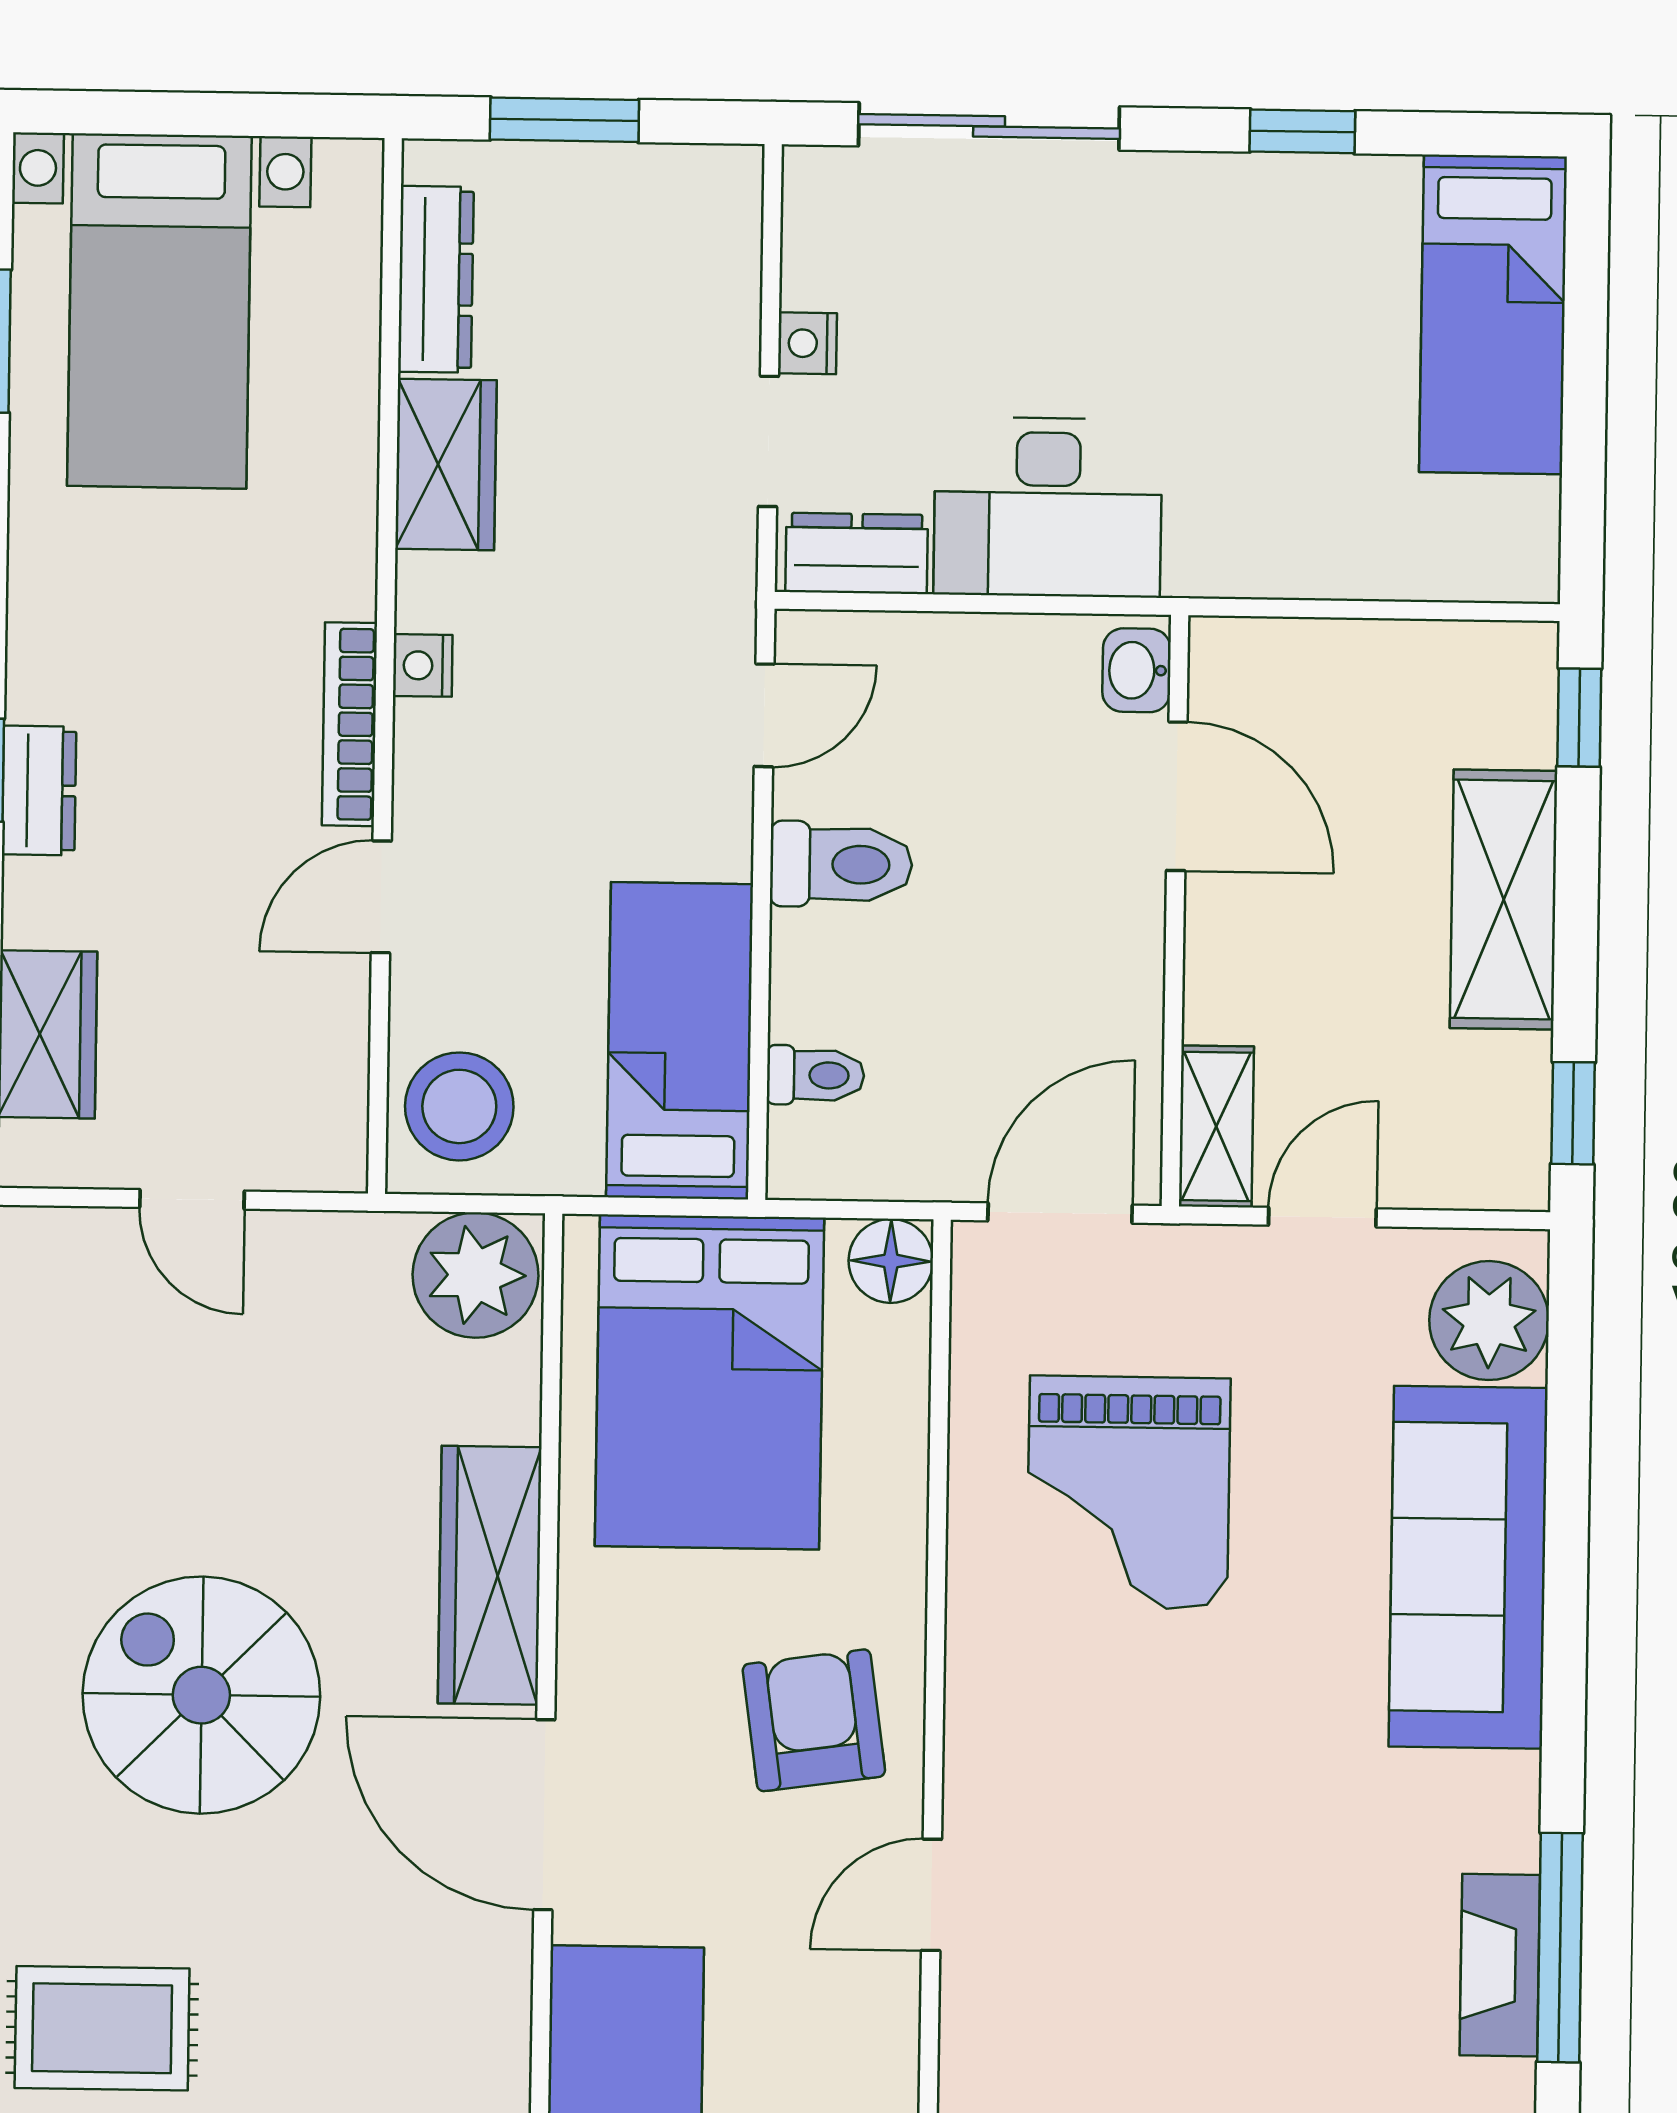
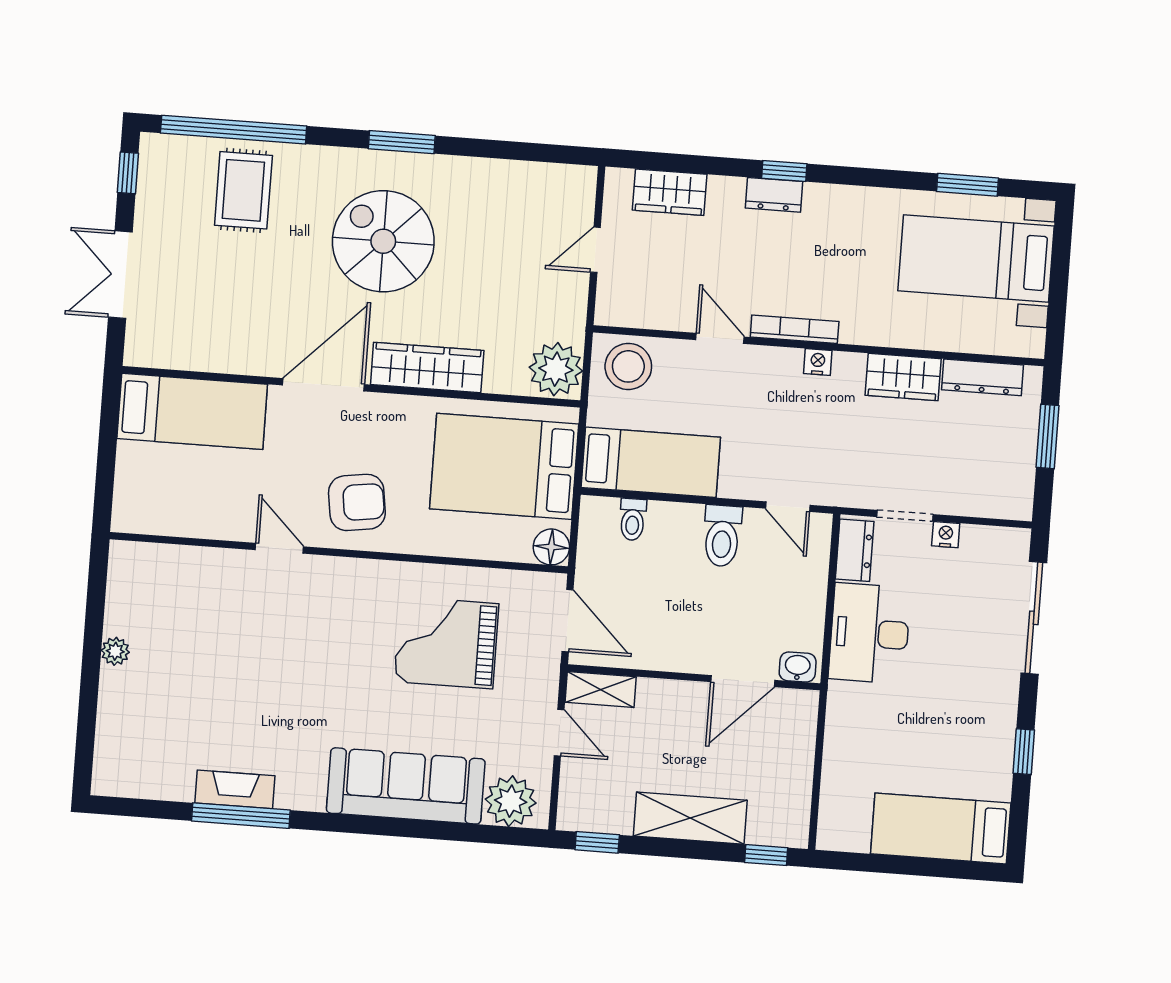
spiral stairs: (201, 1695) -> (383, 241), turned -90

